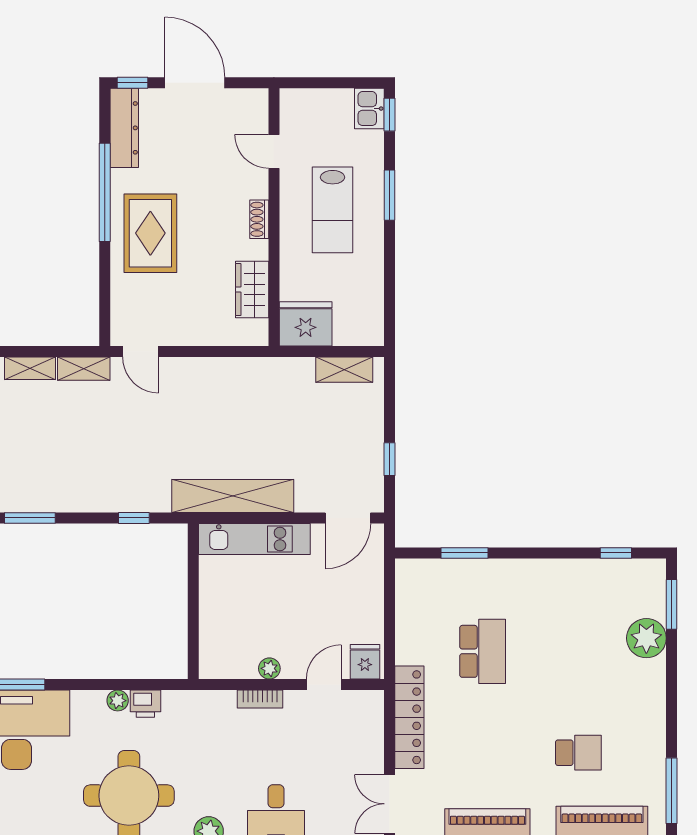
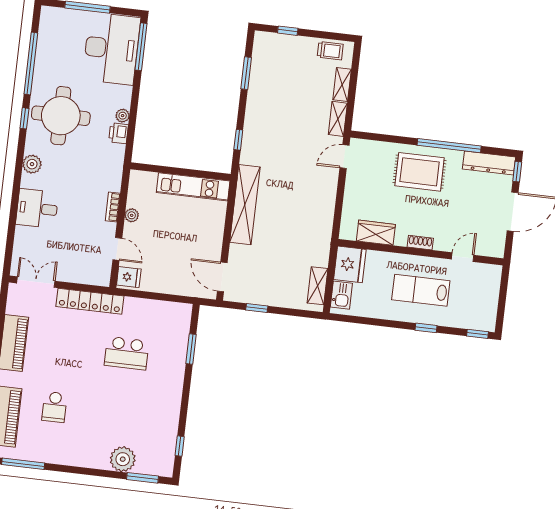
kitchen sink: (369, 109) -> (341, 295), moved, turned 90
window: (389, 195) -> (426, 328), width x0.67
kitchen unit: (254, 539) -> (193, 187), moved, turned -90

